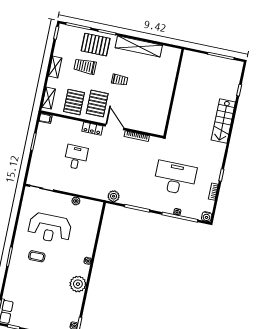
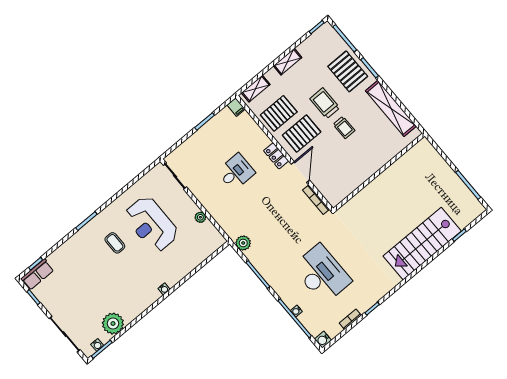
trolley: (85, 66) -> (325, 103), moved
wall: (174, 93) -> (379, 172), moved
stairs: (223, 121) -> (422, 244), width x1.36, depth x1.51
plant: (78, 284) -> (113, 324), moved

